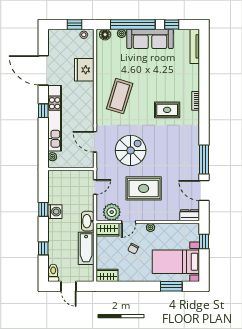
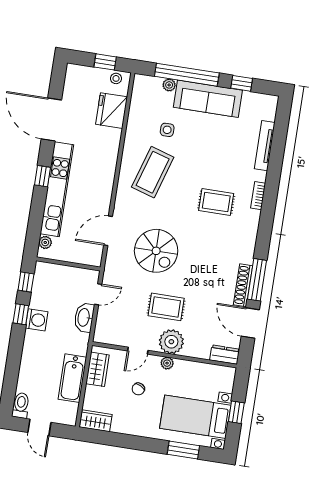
floor lamp: (105, 35) -> (146, 83), removed
tv unit: (195, 46) -> (265, 146), moved
side table: (125, 65) -> (167, 130), added
fridge: (84, 70) -> (111, 111), moved
door: (95, 142) -> (108, 231), hinge flipped
spiral stairs: (131, 150) -> (156, 251), turned 90
shoe rack: (195, 165) -> (243, 285), added
rug: (144, 188) -> (166, 307), width x0.73, depth x0.70
plant: (112, 212) -> (171, 342), moved
washbasin: (88, 221) -> (84, 318), moved
wardrobe: (107, 230) -> (98, 369), moved, turned -90
window: (204, 242) -> (236, 412), moved
window: (43, 248) -> (26, 282), moved

